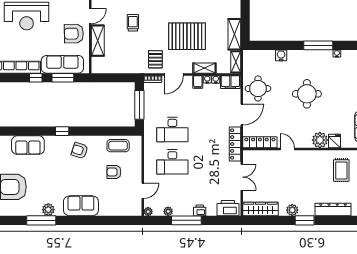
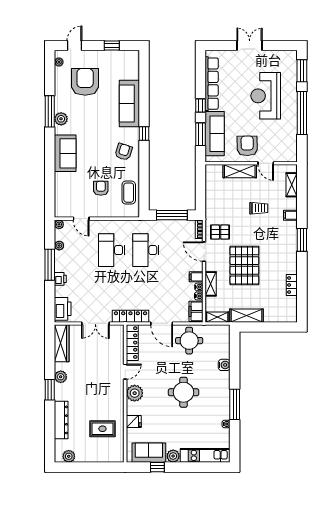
plant: (320, 140) -> (135, 393), moved
sofa: (28, 145) -> (129, 103), width x1.36

